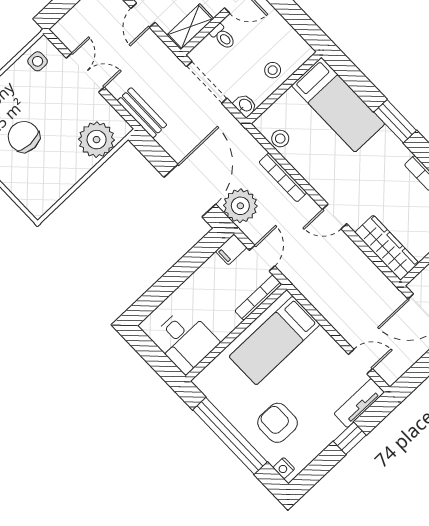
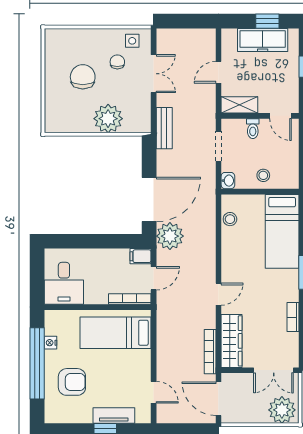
doorway: (207, 82) -> (218, 146), width x0.73
chair: (42, 93) -> (117, 62), added
plant: (97, 140) -> (108, 119), moved
bookcase: (283, 177) -> (210, 352), moved
door: (335, 217) -> (218, 294), swing flipped
tv unit: (359, 403) -> (114, 416), moved
armchair: (278, 423) -> (72, 382), turned 90
nightstand: (284, 468) -> (51, 343), moved

